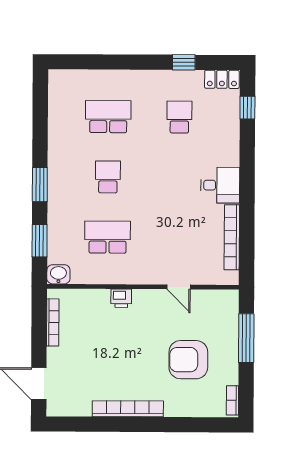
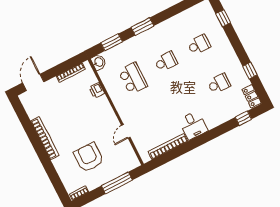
window: (88, 62) -> (223, 18), added
school desk: (108, 117) -> (199, 45), width x0.54
printer: (121, 298) -> (97, 90), moved

